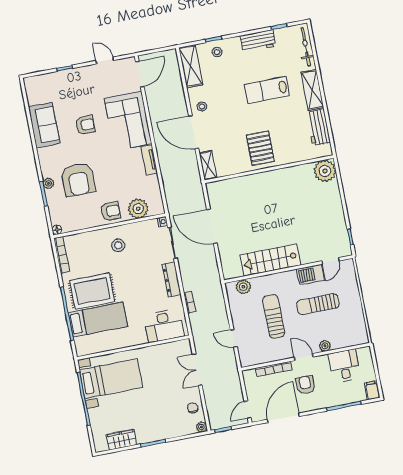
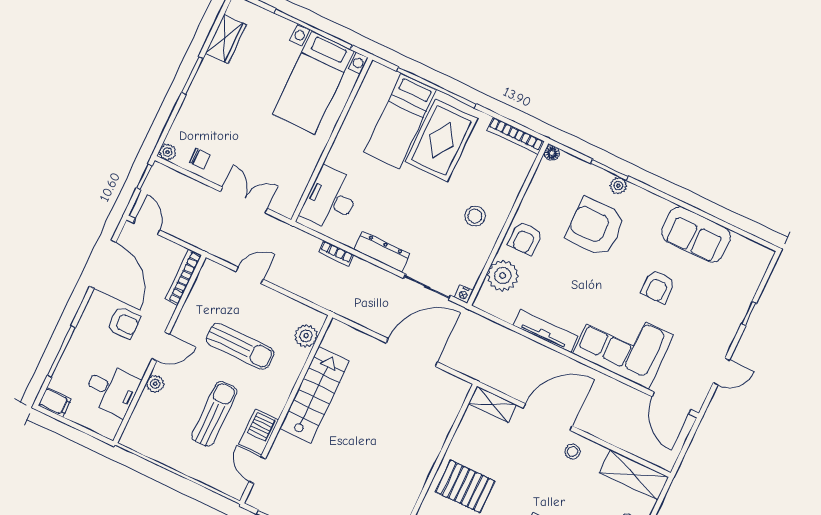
tv unit: (149, 160) -> (546, 331), width x1.41
bookcase: (274, 369) -> (183, 277), moved

